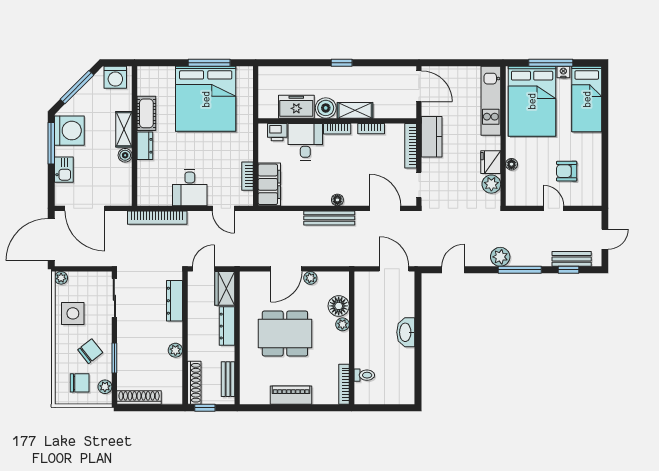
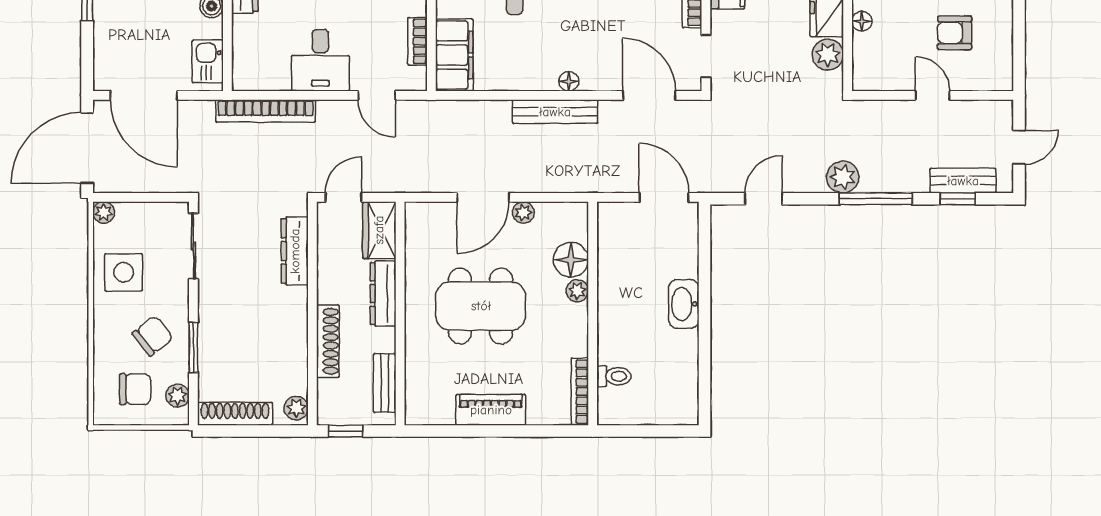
kitchen sink: (64, 170) -> (208, 61), moved, turned 180
plant: (175, 350) -> (296, 408), moved
shoe rack: (194, 383) -> (328, 341), moved

